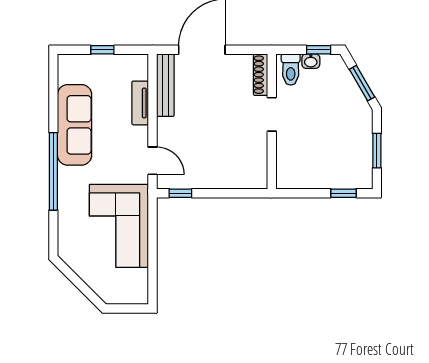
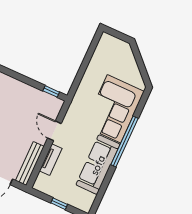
door: (152, 161) -> (54, 131), moved
corner sofa: (119, 226) -> (114, 109), moved, turned 180

